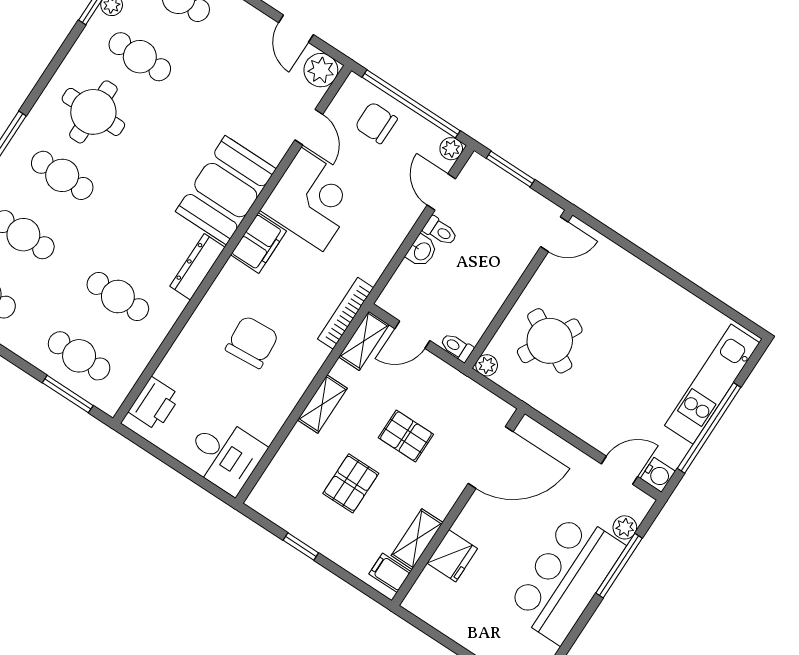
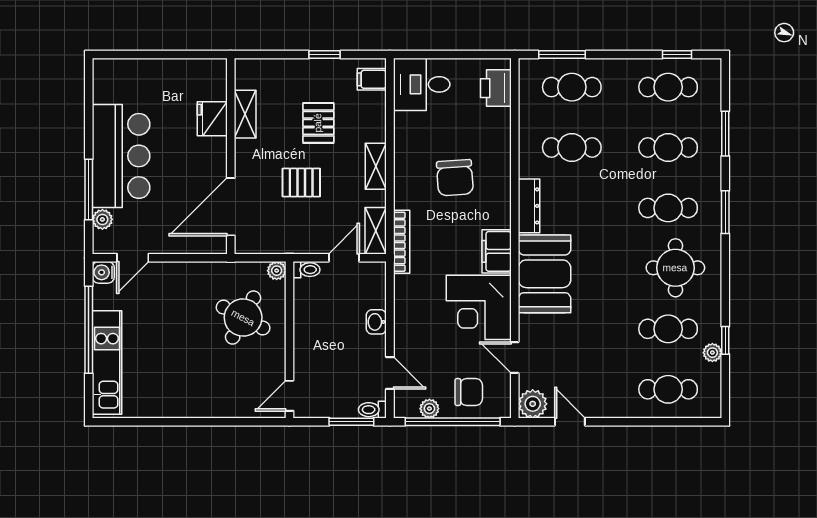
plant: (451, 149) -> (429, 409), moved
toilet: (440, 231) -> (372, 410), moved
filing cabinet: (390, 573) -> (372, 79), moved, turned 180

